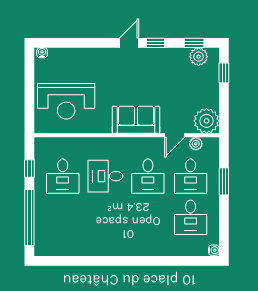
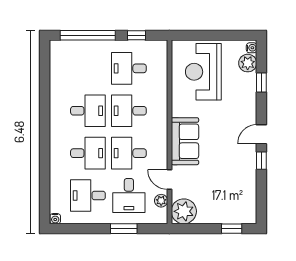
door: (129, 43) -> (261, 134), swing flipped
window: (194, 43) -> (261, 82), moved
plant: (199, 57) -> (248, 63), moved
desk: (105, 176) -> (129, 111), turned -90
desk: (191, 176) -> (129, 195), turned -90
desk: (105, 217) -> (88, 111), added
desk: (148, 217) -> (88, 153), added

